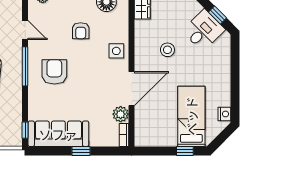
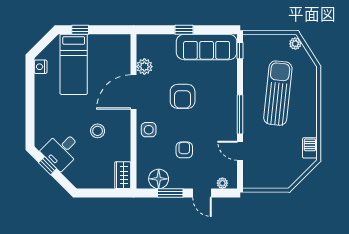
armchair: (54, 72) -> (183, 96), moved
bookcase: (124, 135) -> (141, 46), removed

